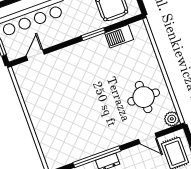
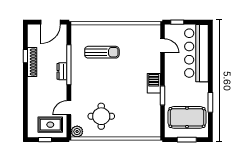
barbecue: (119, 36) -> (154, 83), moved
sun lounger: (68, 123) -> (102, 52), added

